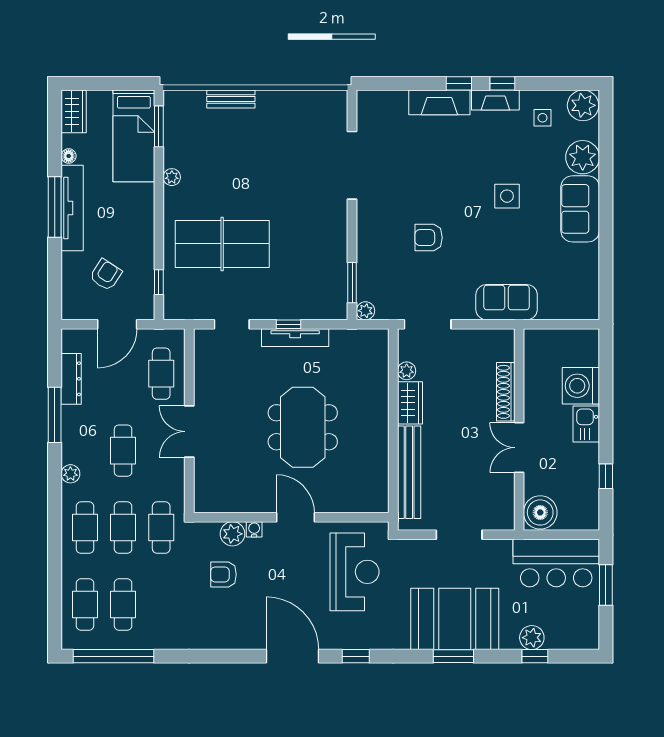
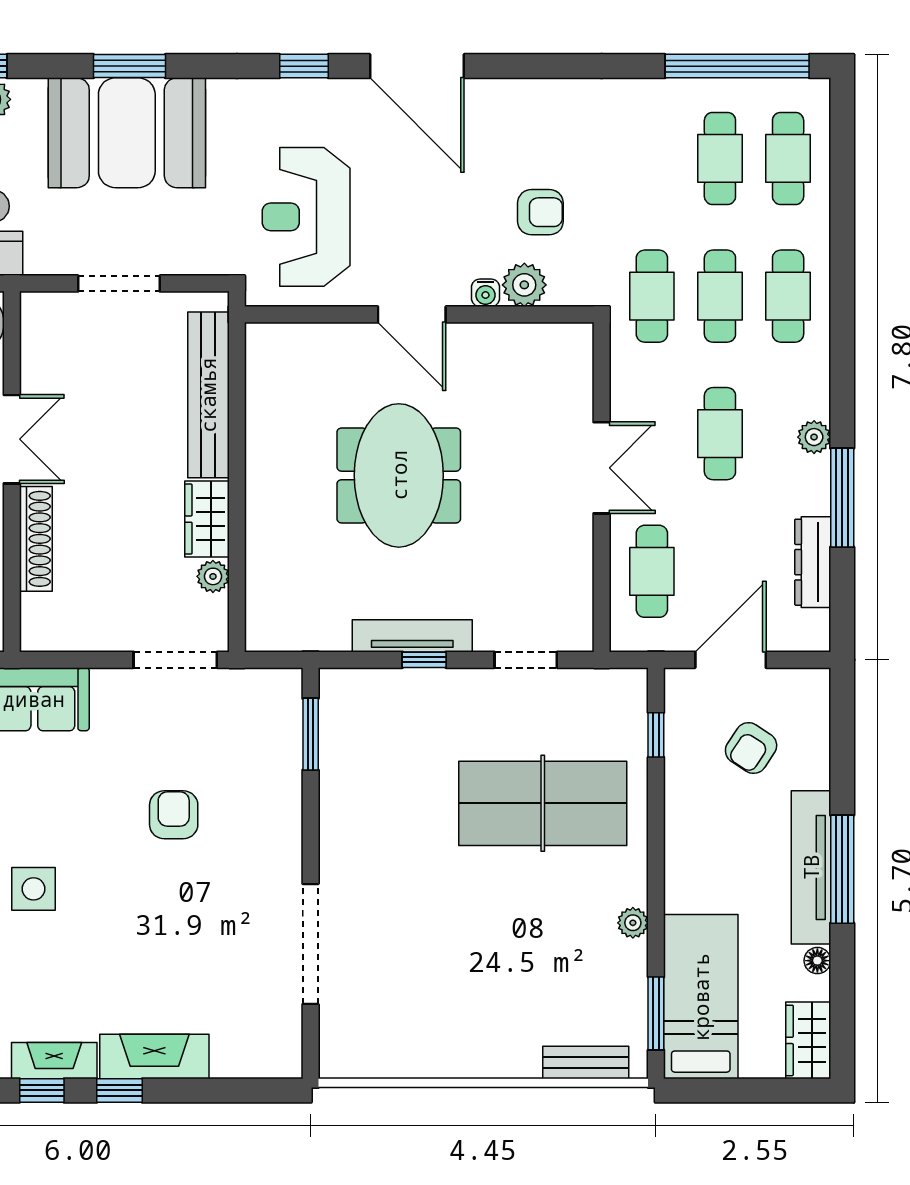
bench: (231, 99) -> (586, 1062), moved
armchair: (429, 238) -> (174, 815), turned -90
plant: (365, 311) -> (287, 684), removed
plant: (70, 474) -> (814, 437), moved

